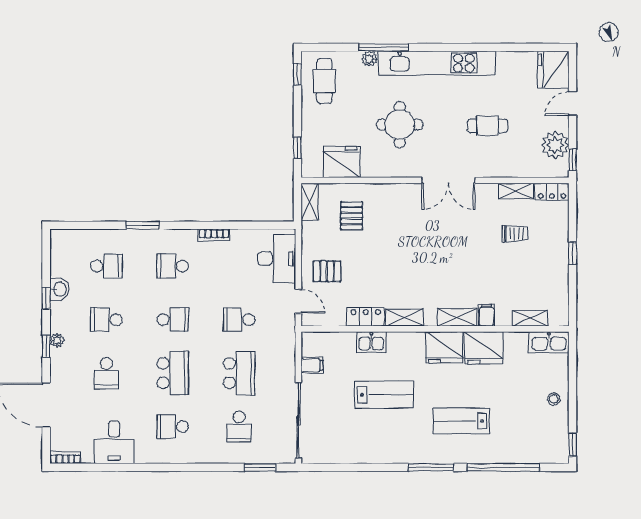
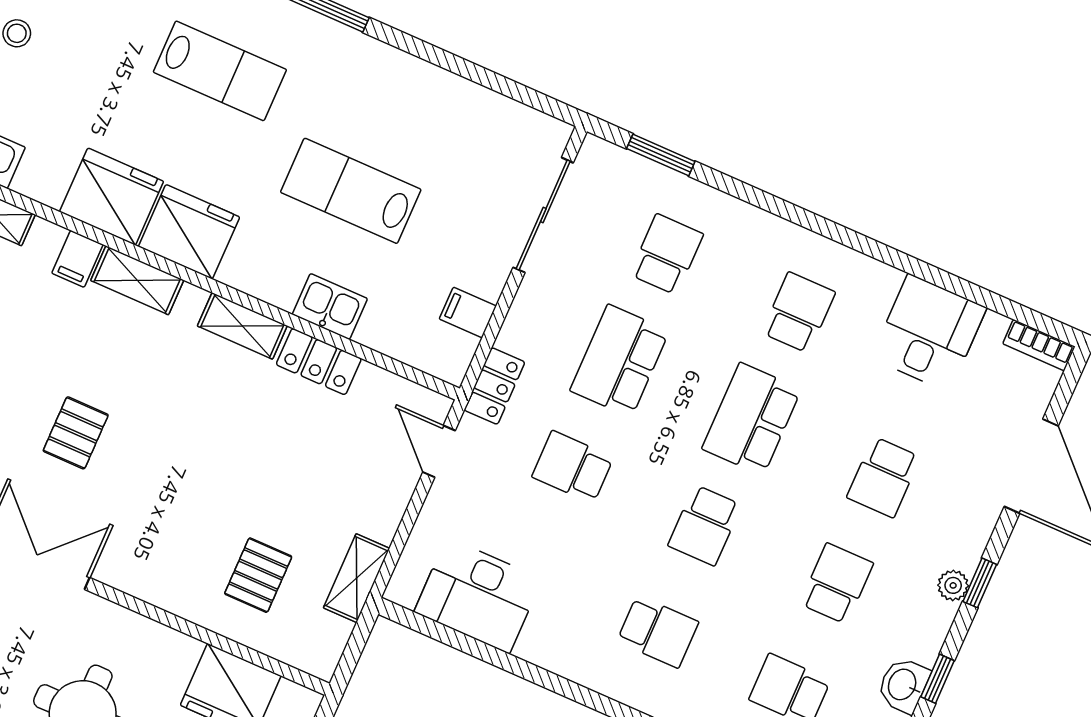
shelving: (310, 202) -> (357, 578), moved
bookcase: (214, 235) -> (549, 657), removed
desk: (277, 259) -> (478, 595), moved, turned -90
pallet: (327, 271) -> (76, 433), moved, turned 90
school desk: (106, 320) -> (837, 583), turned -90
school desk: (173, 320) -> (705, 525), turned -90
school desk: (239, 320) -> (573, 467), turned 180
locker: (287, 339) -> (494, 386), added
school desk: (106, 373) -> (884, 477), turned 180
sliding door: (298, 420) -> (543, 215), width x0.73
school desk: (173, 427) -> (799, 313), turned -90

